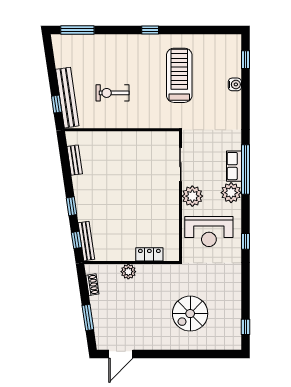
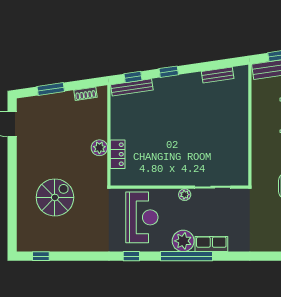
window: (245, 170) -> (186, 256), moved
plant: (192, 196) -> (185, 195), width x0.53, depth x0.53
reception desk: (209, 232) -> (142, 217), turned 180
plant: (128, 272) -> (99, 148), moved
spiral stairs: (190, 314) -> (55, 197), turned 90

